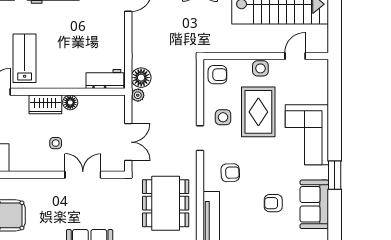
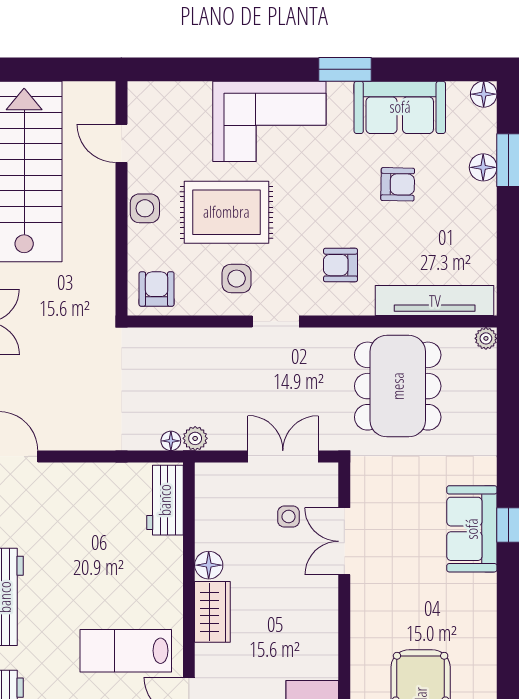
floor lamp: (141, 78) -> (171, 441), width x0.53, depth x0.53
side table: (56, 143) -> (289, 517), moved
armchair: (230, 173) -> (340, 265), turned -88
dining table: (166, 203) -> (398, 386), turned 90
armchair: (273, 203) -> (398, 184), turned -89

